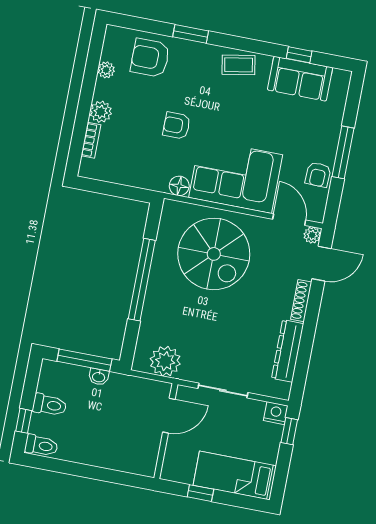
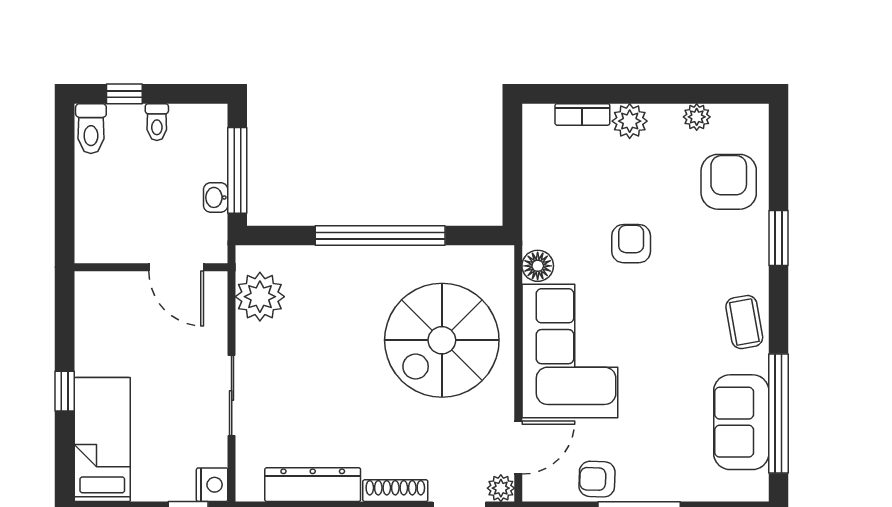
window: (299, 55) -> (778, 414), width x3.17
toilet: (50, 405) -> (157, 122), width x0.73, depth x0.72
door: (169, 416) -> (176, 267), moved
wall: (166, 431) -> (151, 267), moved

